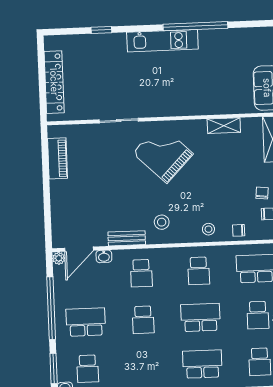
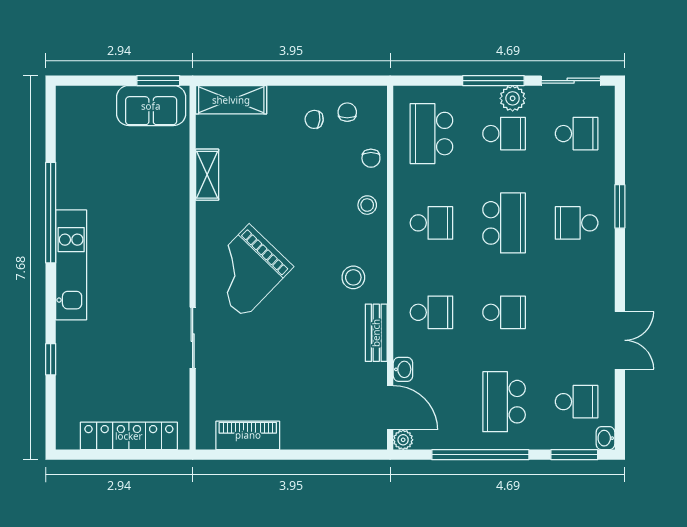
school desk: (201, 317) -> (504, 223), turned 180
school desk: (202, 364) -> (577, 223), width x0.54

